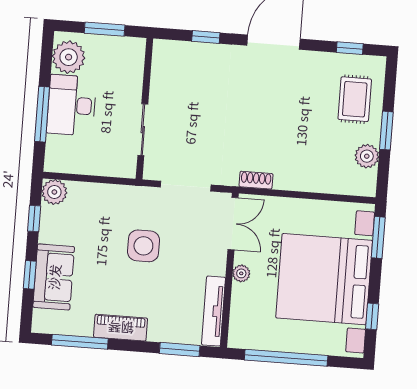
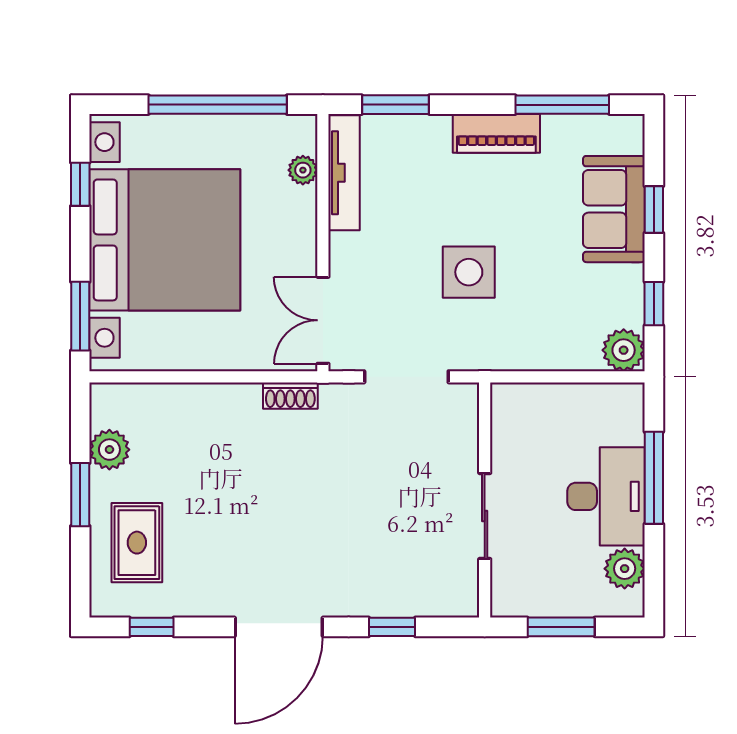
plant: (69, 57) -> (625, 569), width x0.73, depth x0.73
sliding door: (143, 130) -> (485, 516), moved
plant: (241, 273) -> (303, 170), moved

